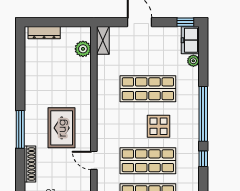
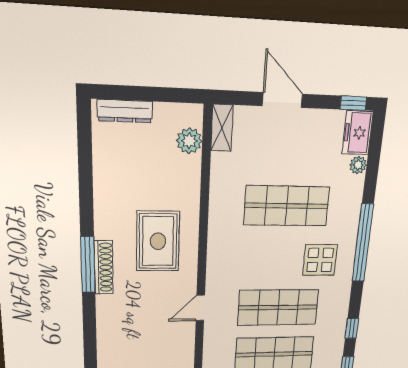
display table: (159, 126) -> (320, 260), moved
rug: (62, 128) -> (158, 241), moved
window: (203, 159) -> (352, 328), moved
door: (94, 160) -> (200, 308), hinge flipped
shoe rack: (30, 164) -> (104, 267), moved

